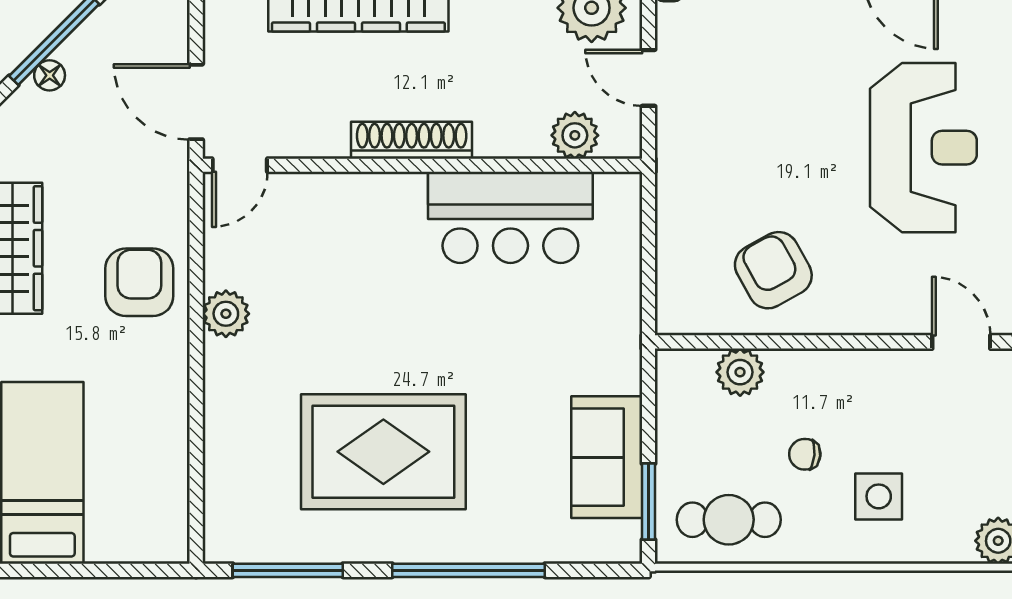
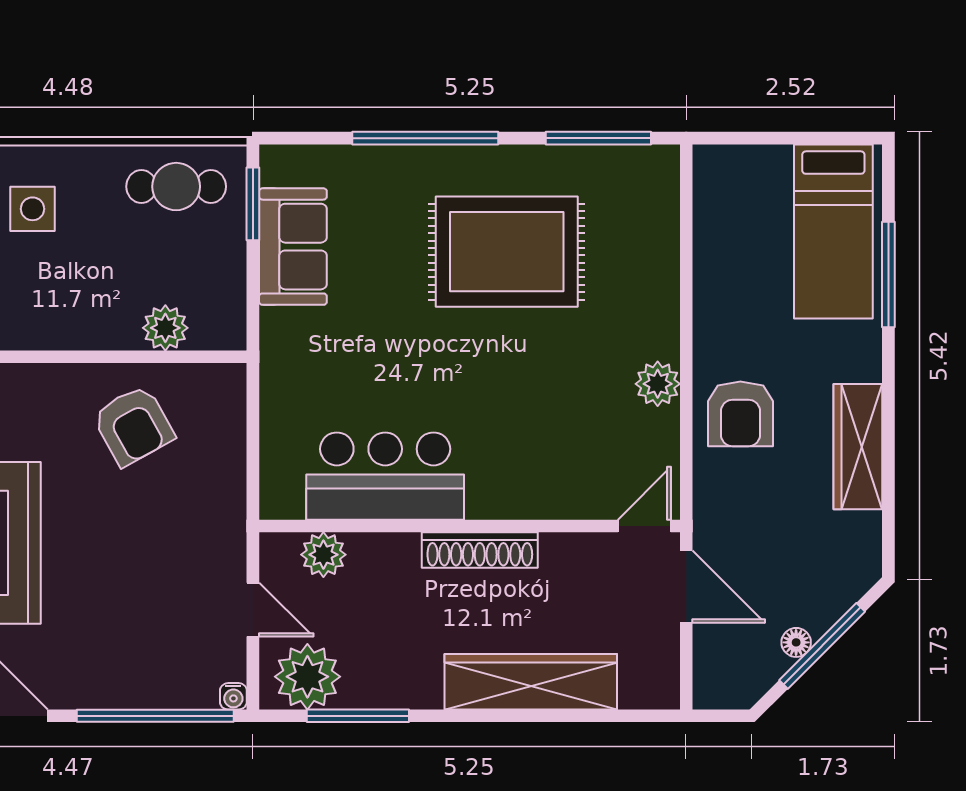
floor lamp: (50, 75) -> (796, 642), moved
chair: (805, 454) -> (103, 249), removed

